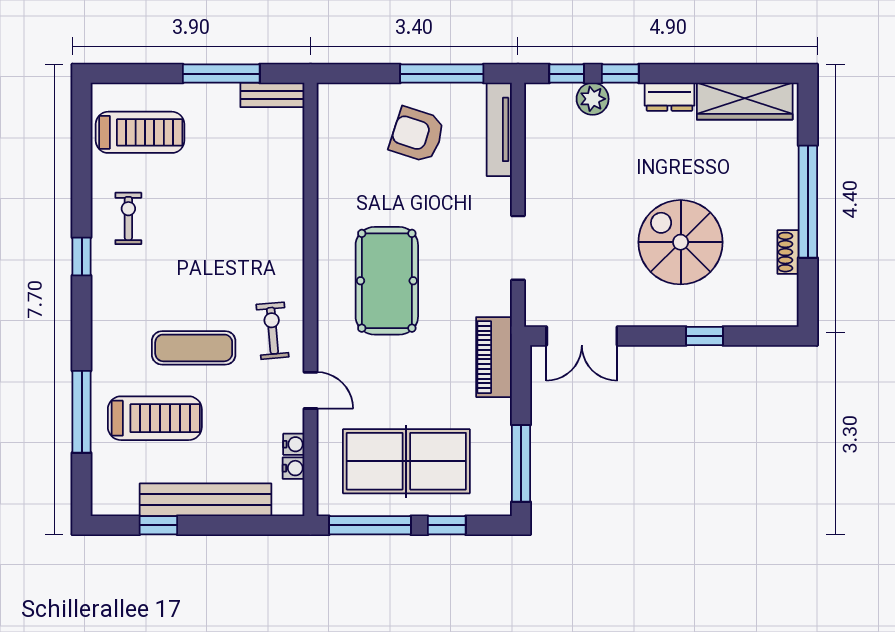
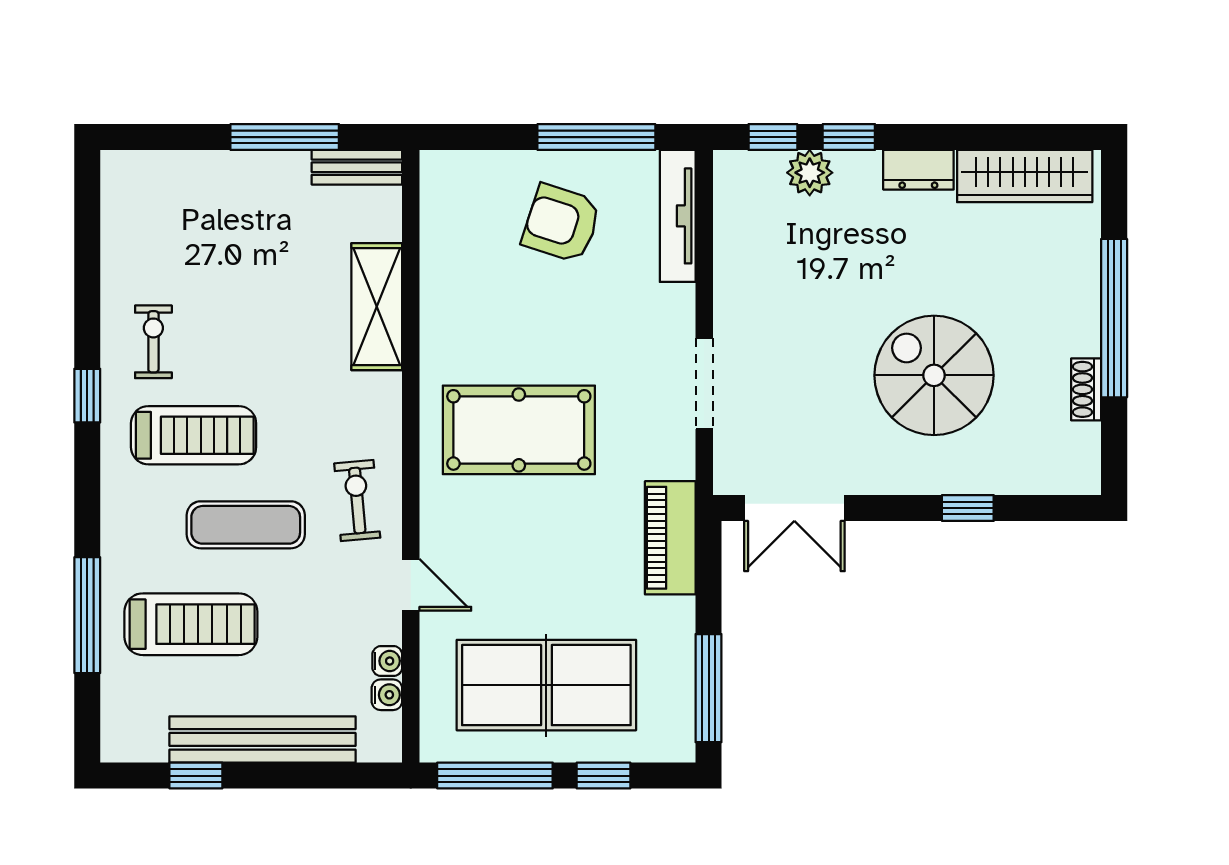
treadmill: (140, 132) -> (194, 435), moved
shelving: (286, 194) -> (377, 307), added
pool table: (387, 281) -> (519, 430), turned 90

